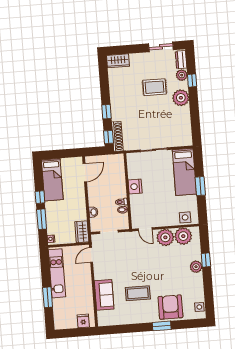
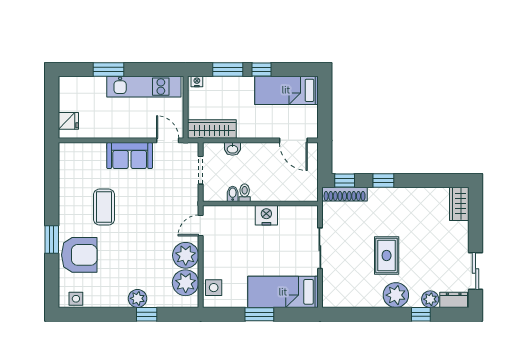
rug: (154, 87) -> (387, 256), moved
wardrobe: (82, 232) -> (212, 129), width x1.50
sofa: (104, 295) -> (130, 156), moved

